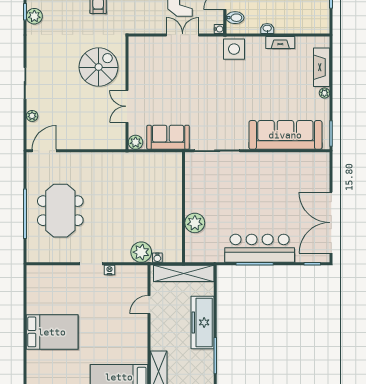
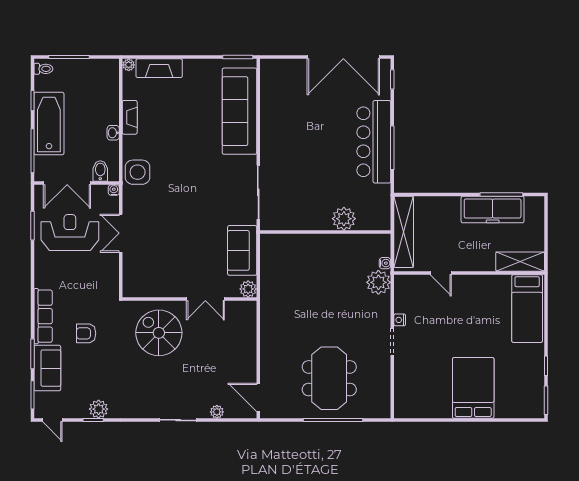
plant: (324, 93) -> (129, 65), moved
meeting table: (60, 211) -> (329, 378), turned 90
freezer: (203, 322) -> (493, 210), moved

